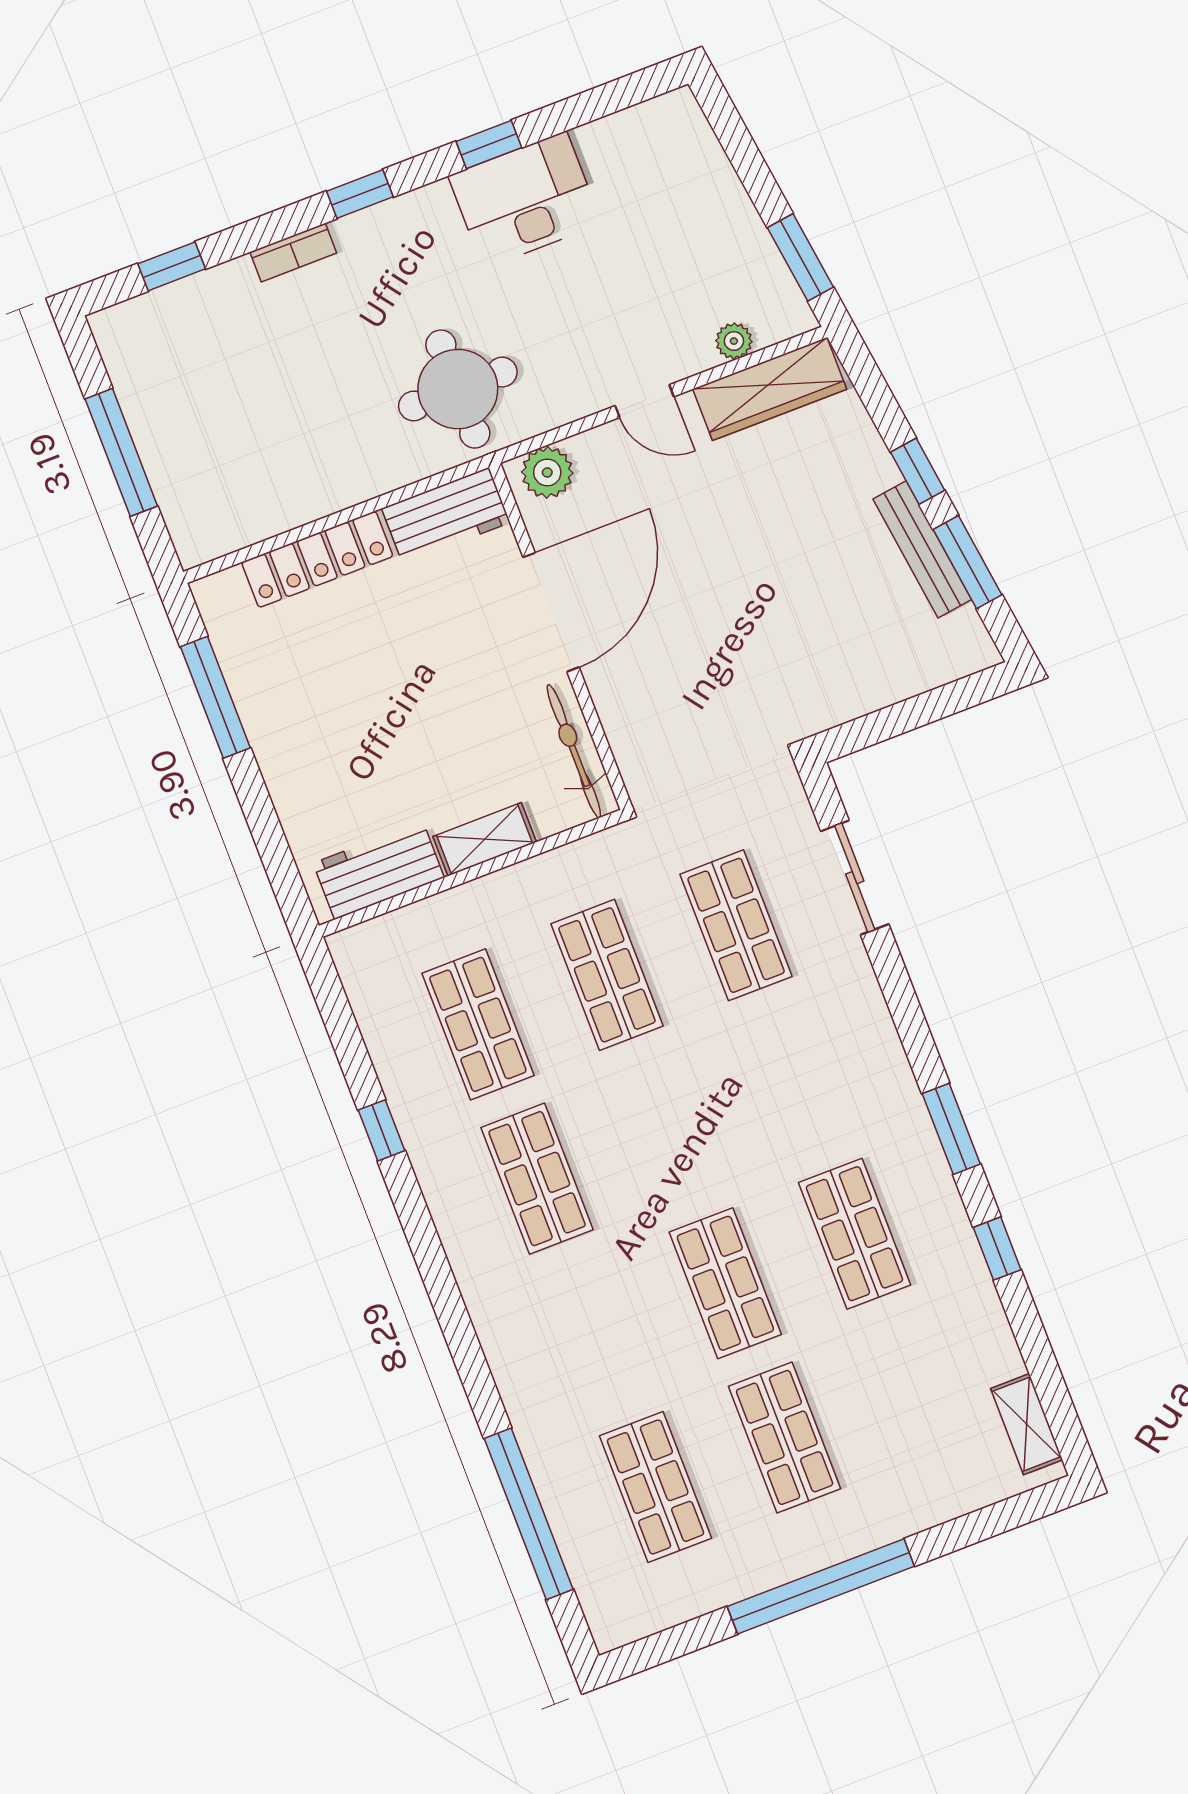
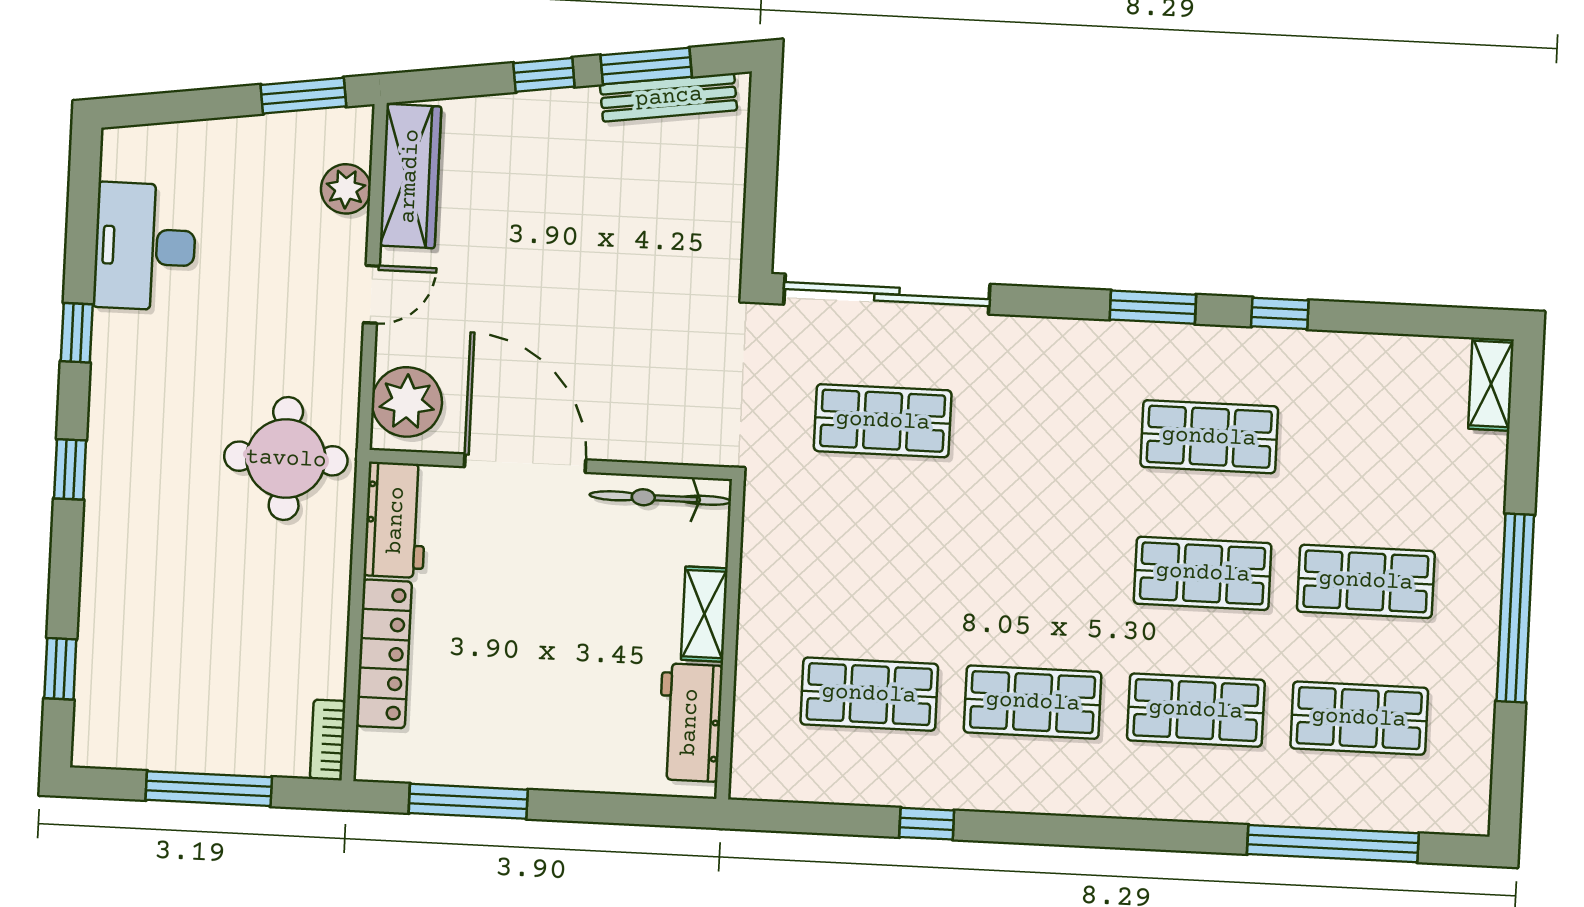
desk: (525, 200) -> (145, 246), moved
bookcase: (293, 252) -> (328, 740), moved, turned 180
plant: (734, 341) -> (346, 189), width x1.38, depth x1.38
plant: (547, 472) -> (407, 402), width x1.36, depth x1.36
bench: (922, 549) -> (669, 97), moved
sliding door: (855, 878) -> (887, 294), width x1.86
shop shelf: (607, 975) -> (1196, 710), moved
shelving: (1027, 1424) -> (1491, 384), moved, turned 90

